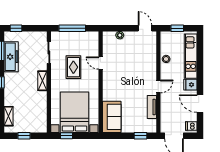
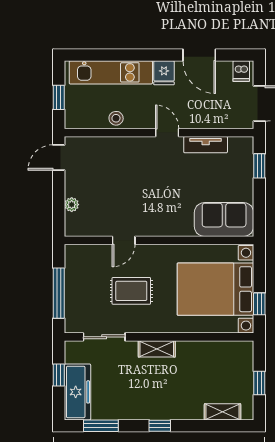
window: (16, 28) -> (59, 375), moved
freezer: (11, 57) -> (77, 392), moved, turned 90
door: (200, 104) -> (199, 55), hinge flipped

